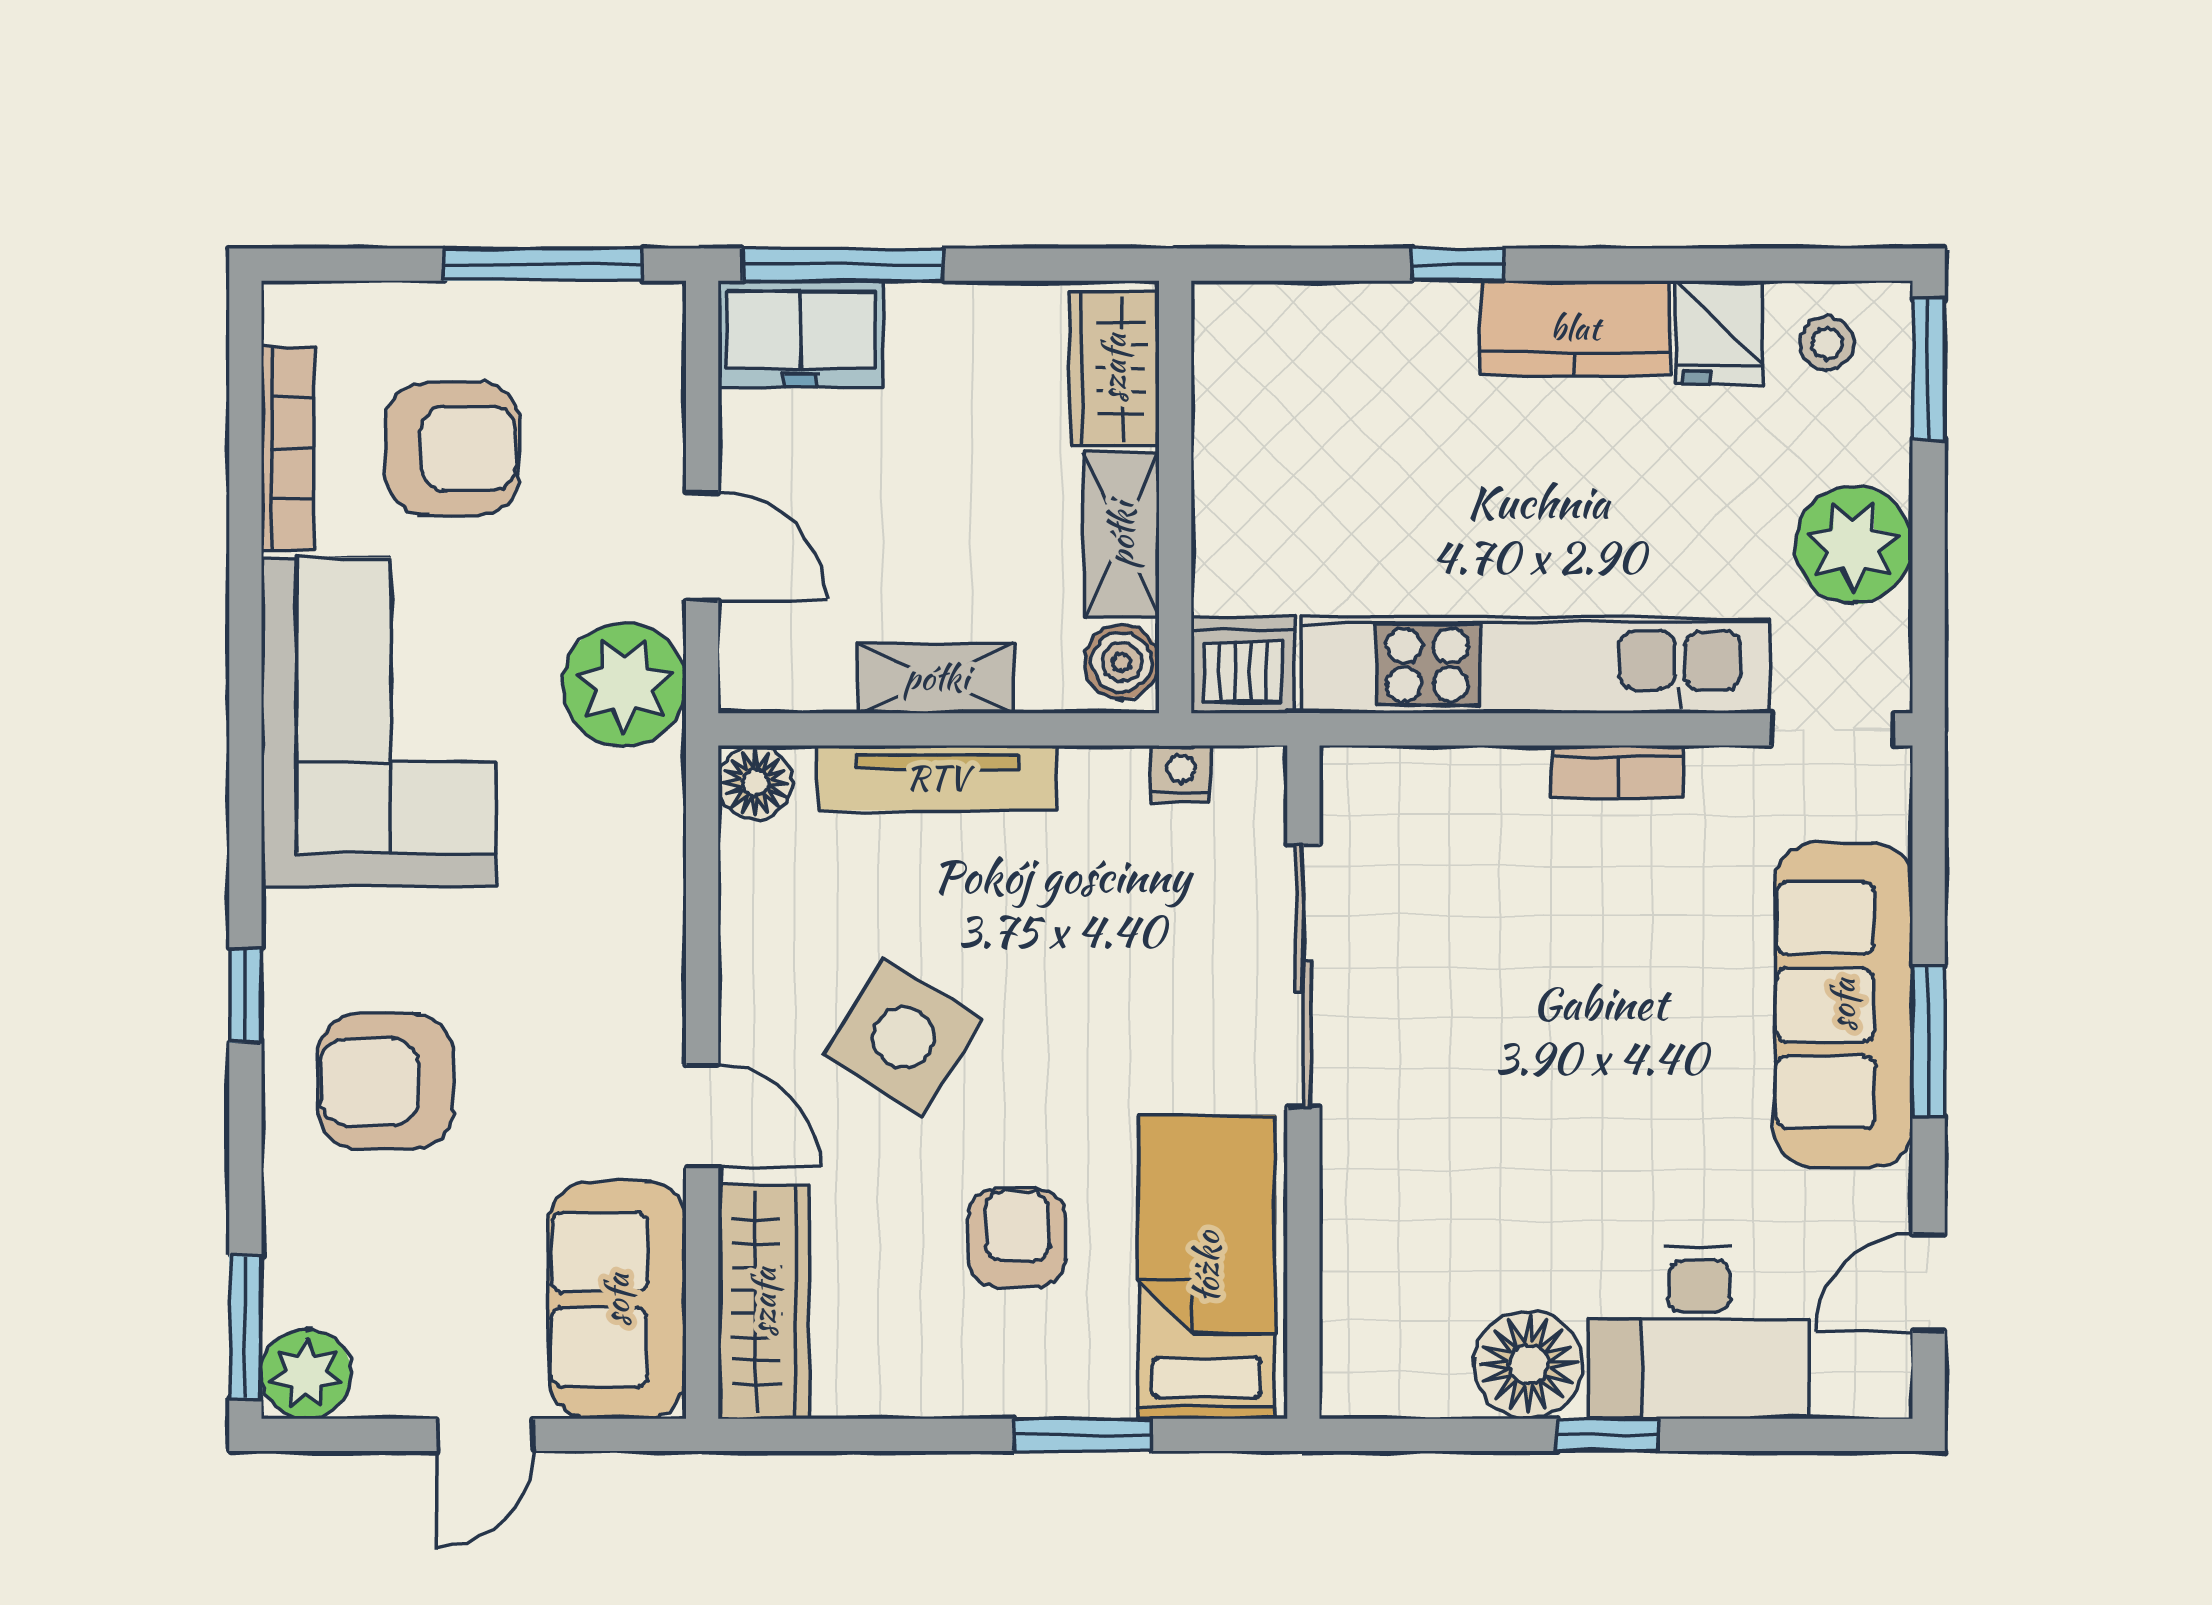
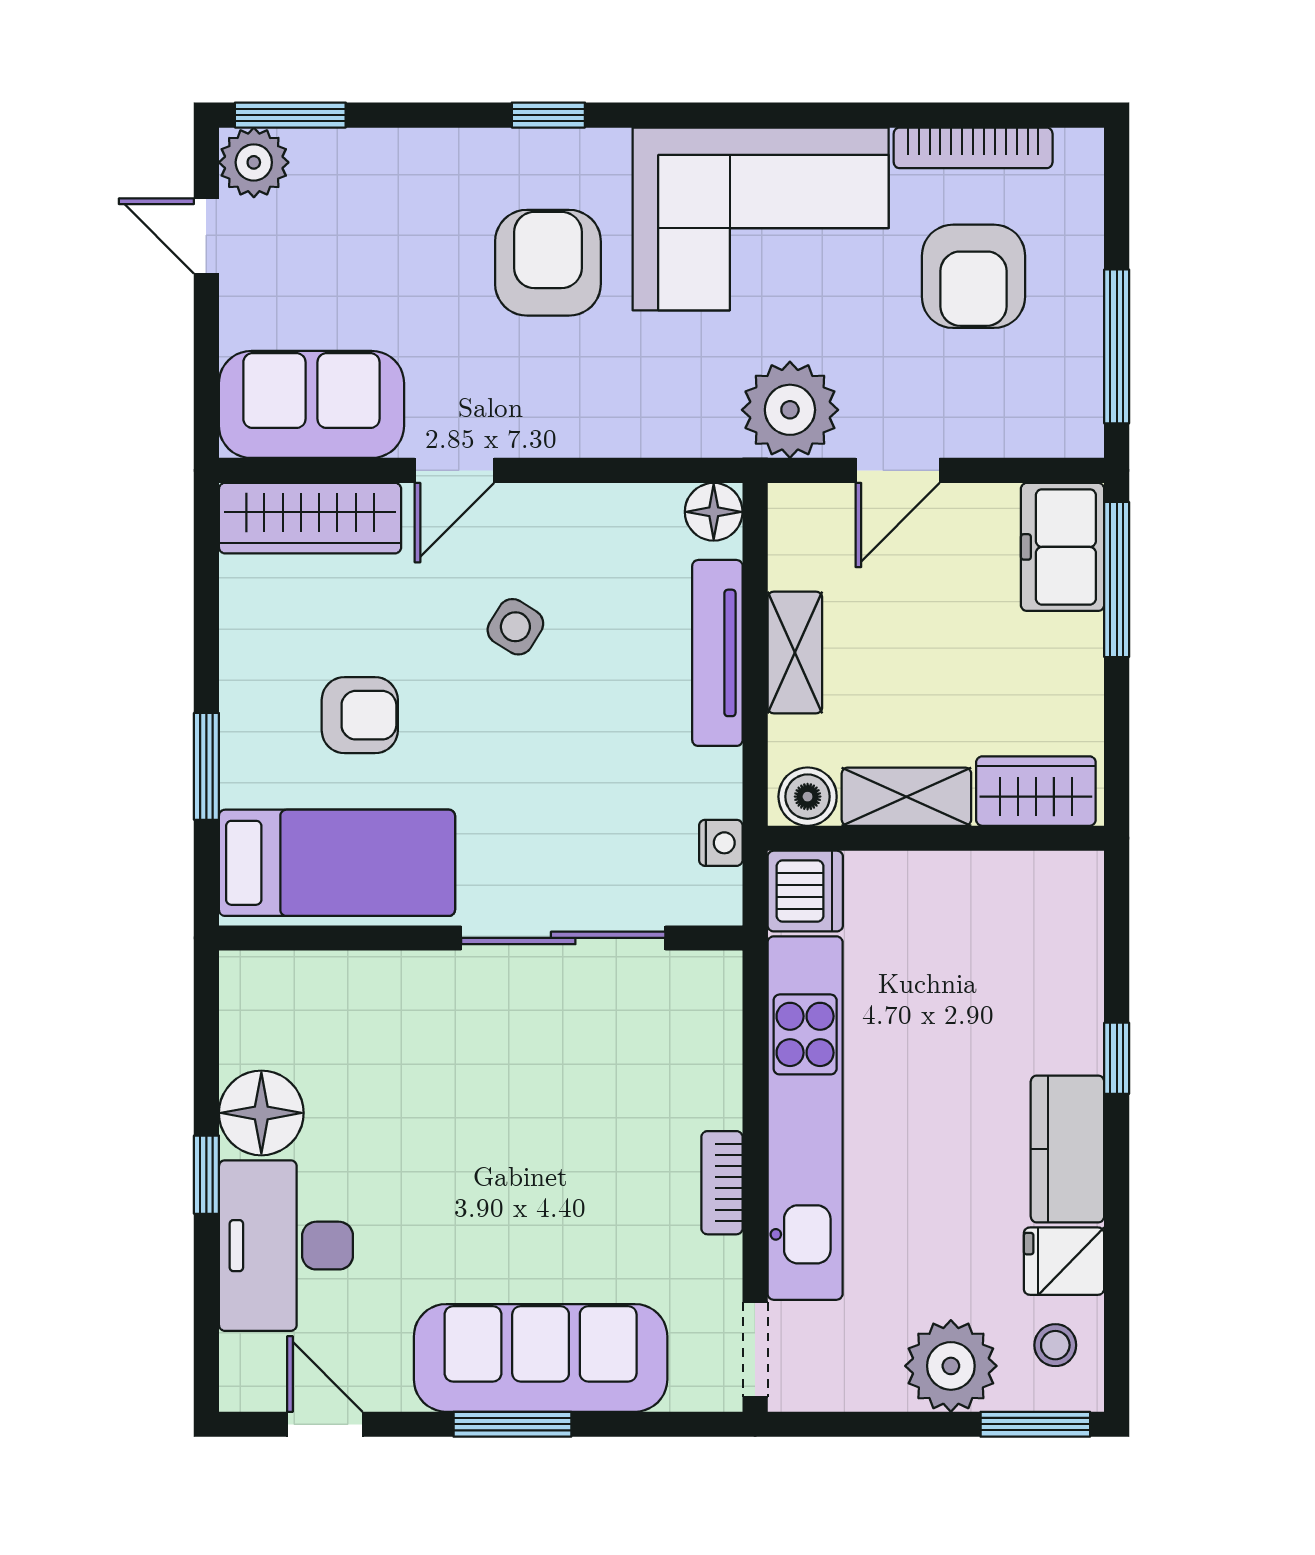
plant: (1854, 545) -> (951, 1366), moved
side table: (903, 1038) -> (515, 627), width x0.54, depth x0.54
armchair: (385, 1082) -> (548, 263), moved
door: (485, 1435) -> (206, 236), moved

